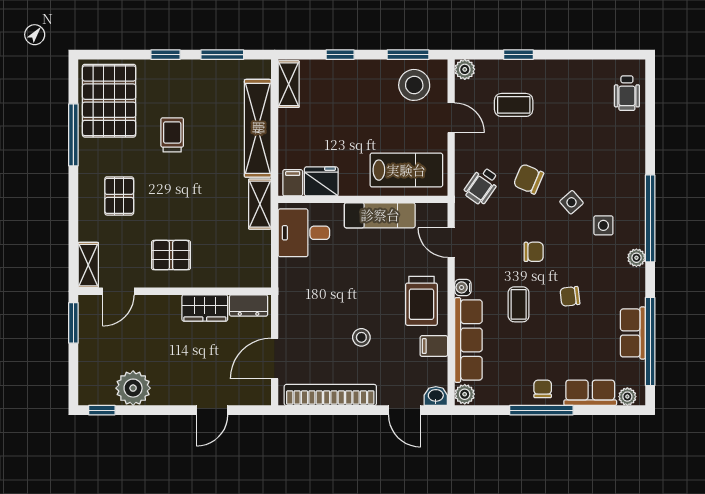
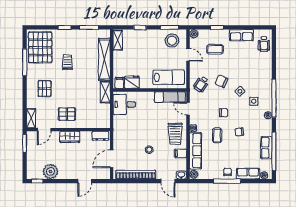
row of seats: (575, 73) -> (241, 35), added
exam couch: (380, 215) -> (170, 97), moved
wardrobe: (205, 308) -> (70, 137), moved

